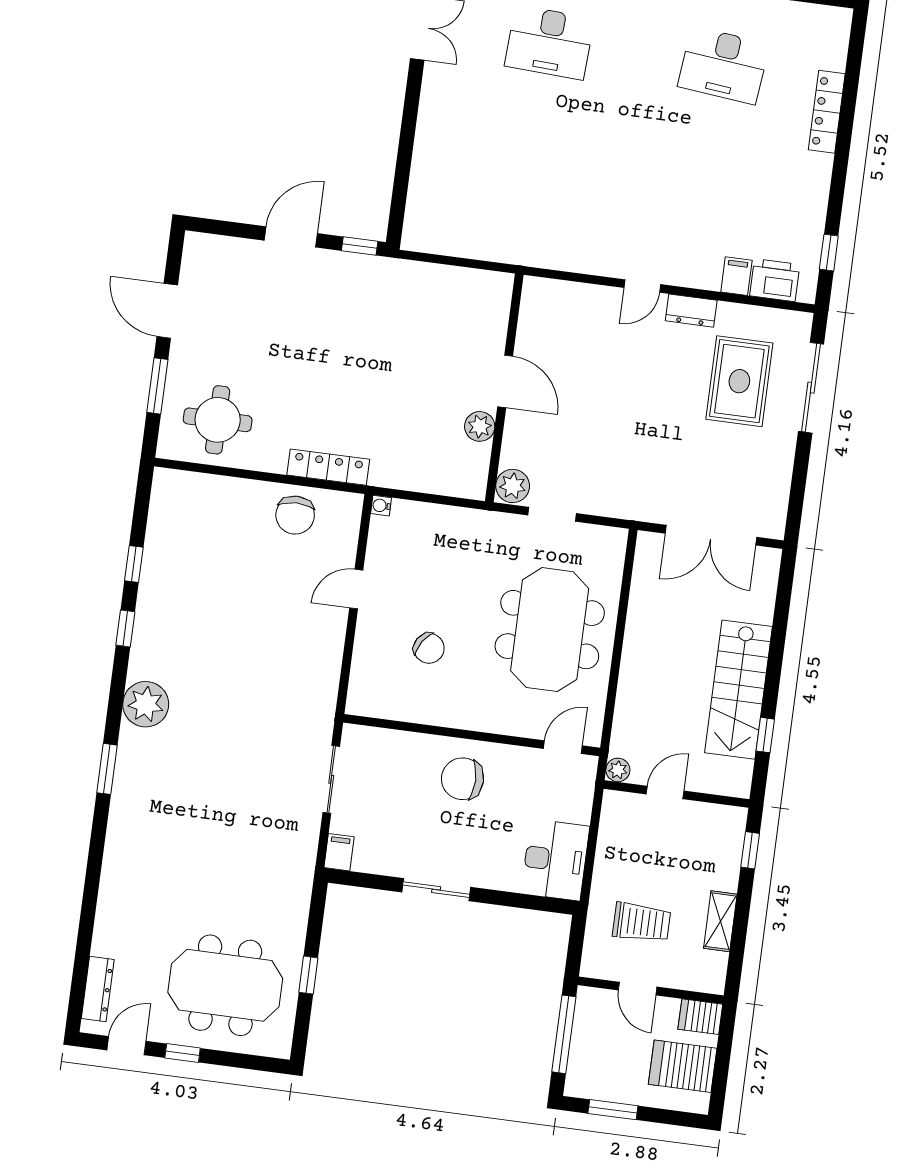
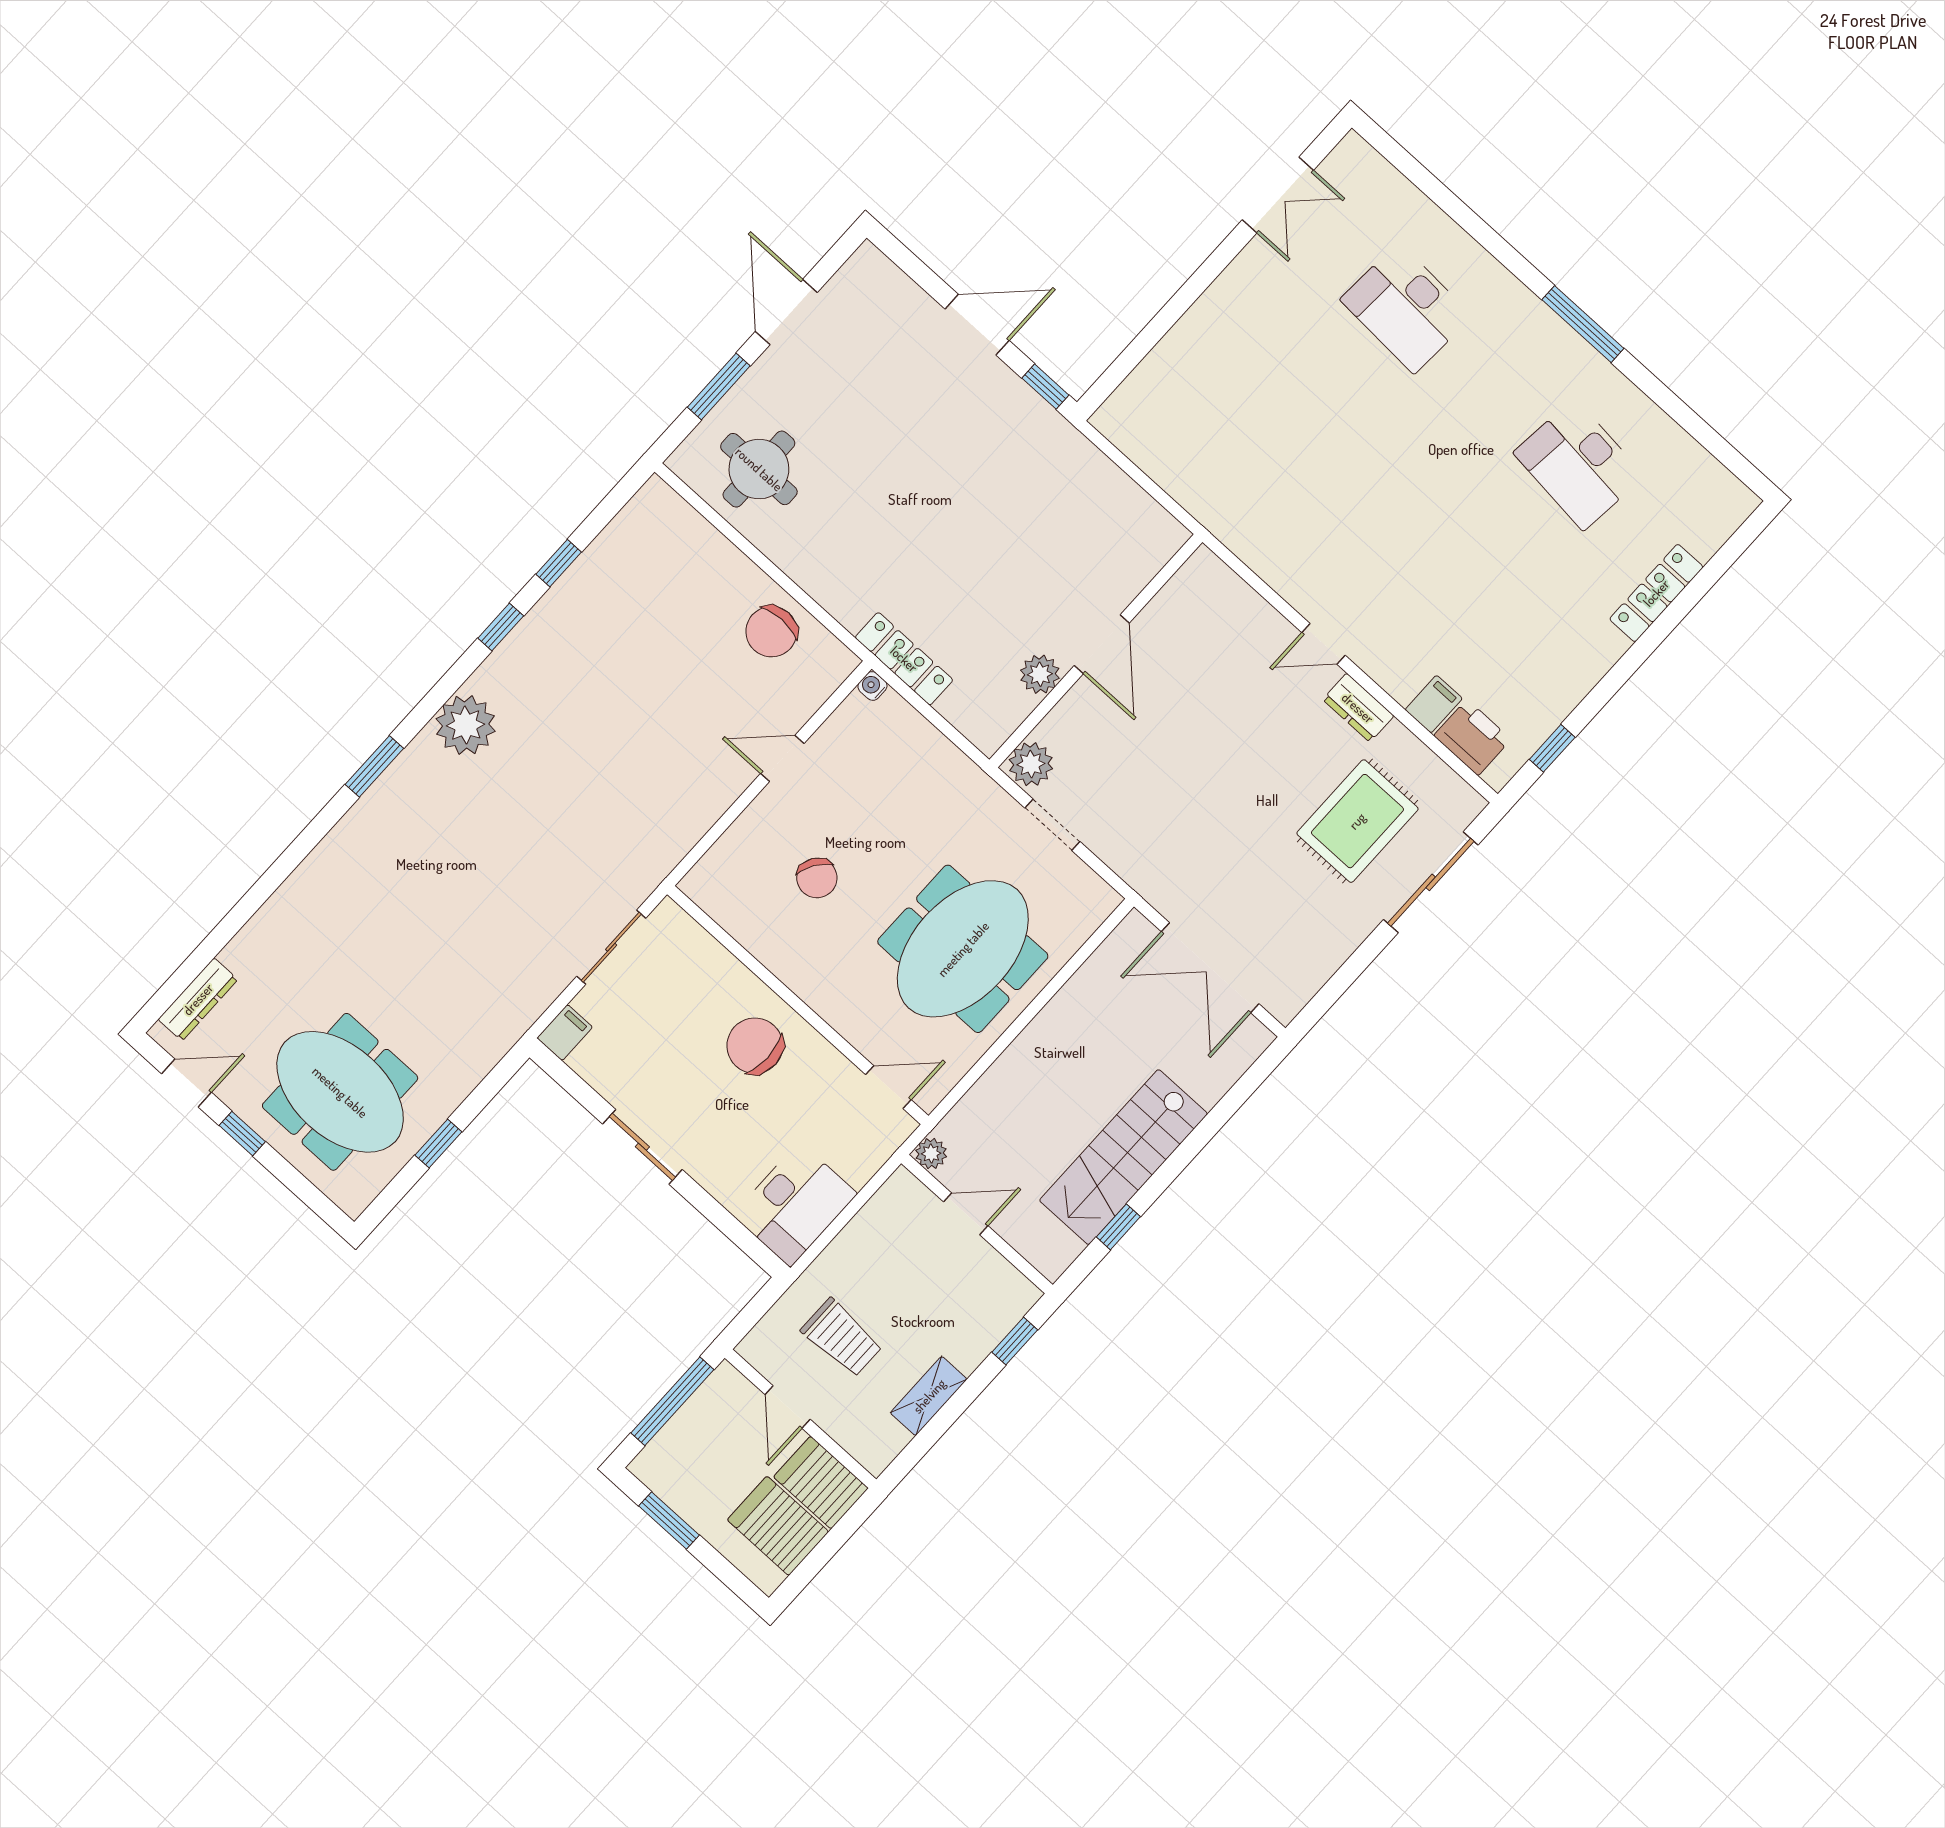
locker: (328, 467) -> (904, 659), moved
server rack: (700, 1017) -> (821, 1483), width x1.36, depth x1.44

